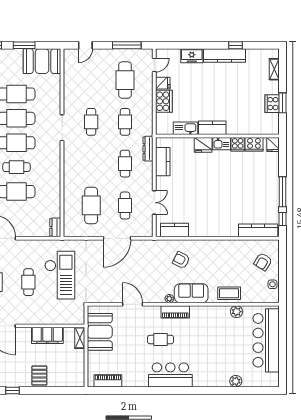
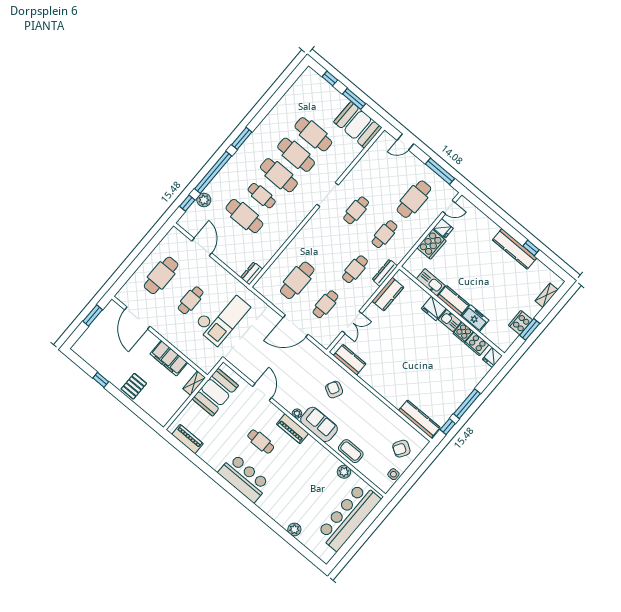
freezer: (192, 56) -> (475, 318), moved, turned 180

